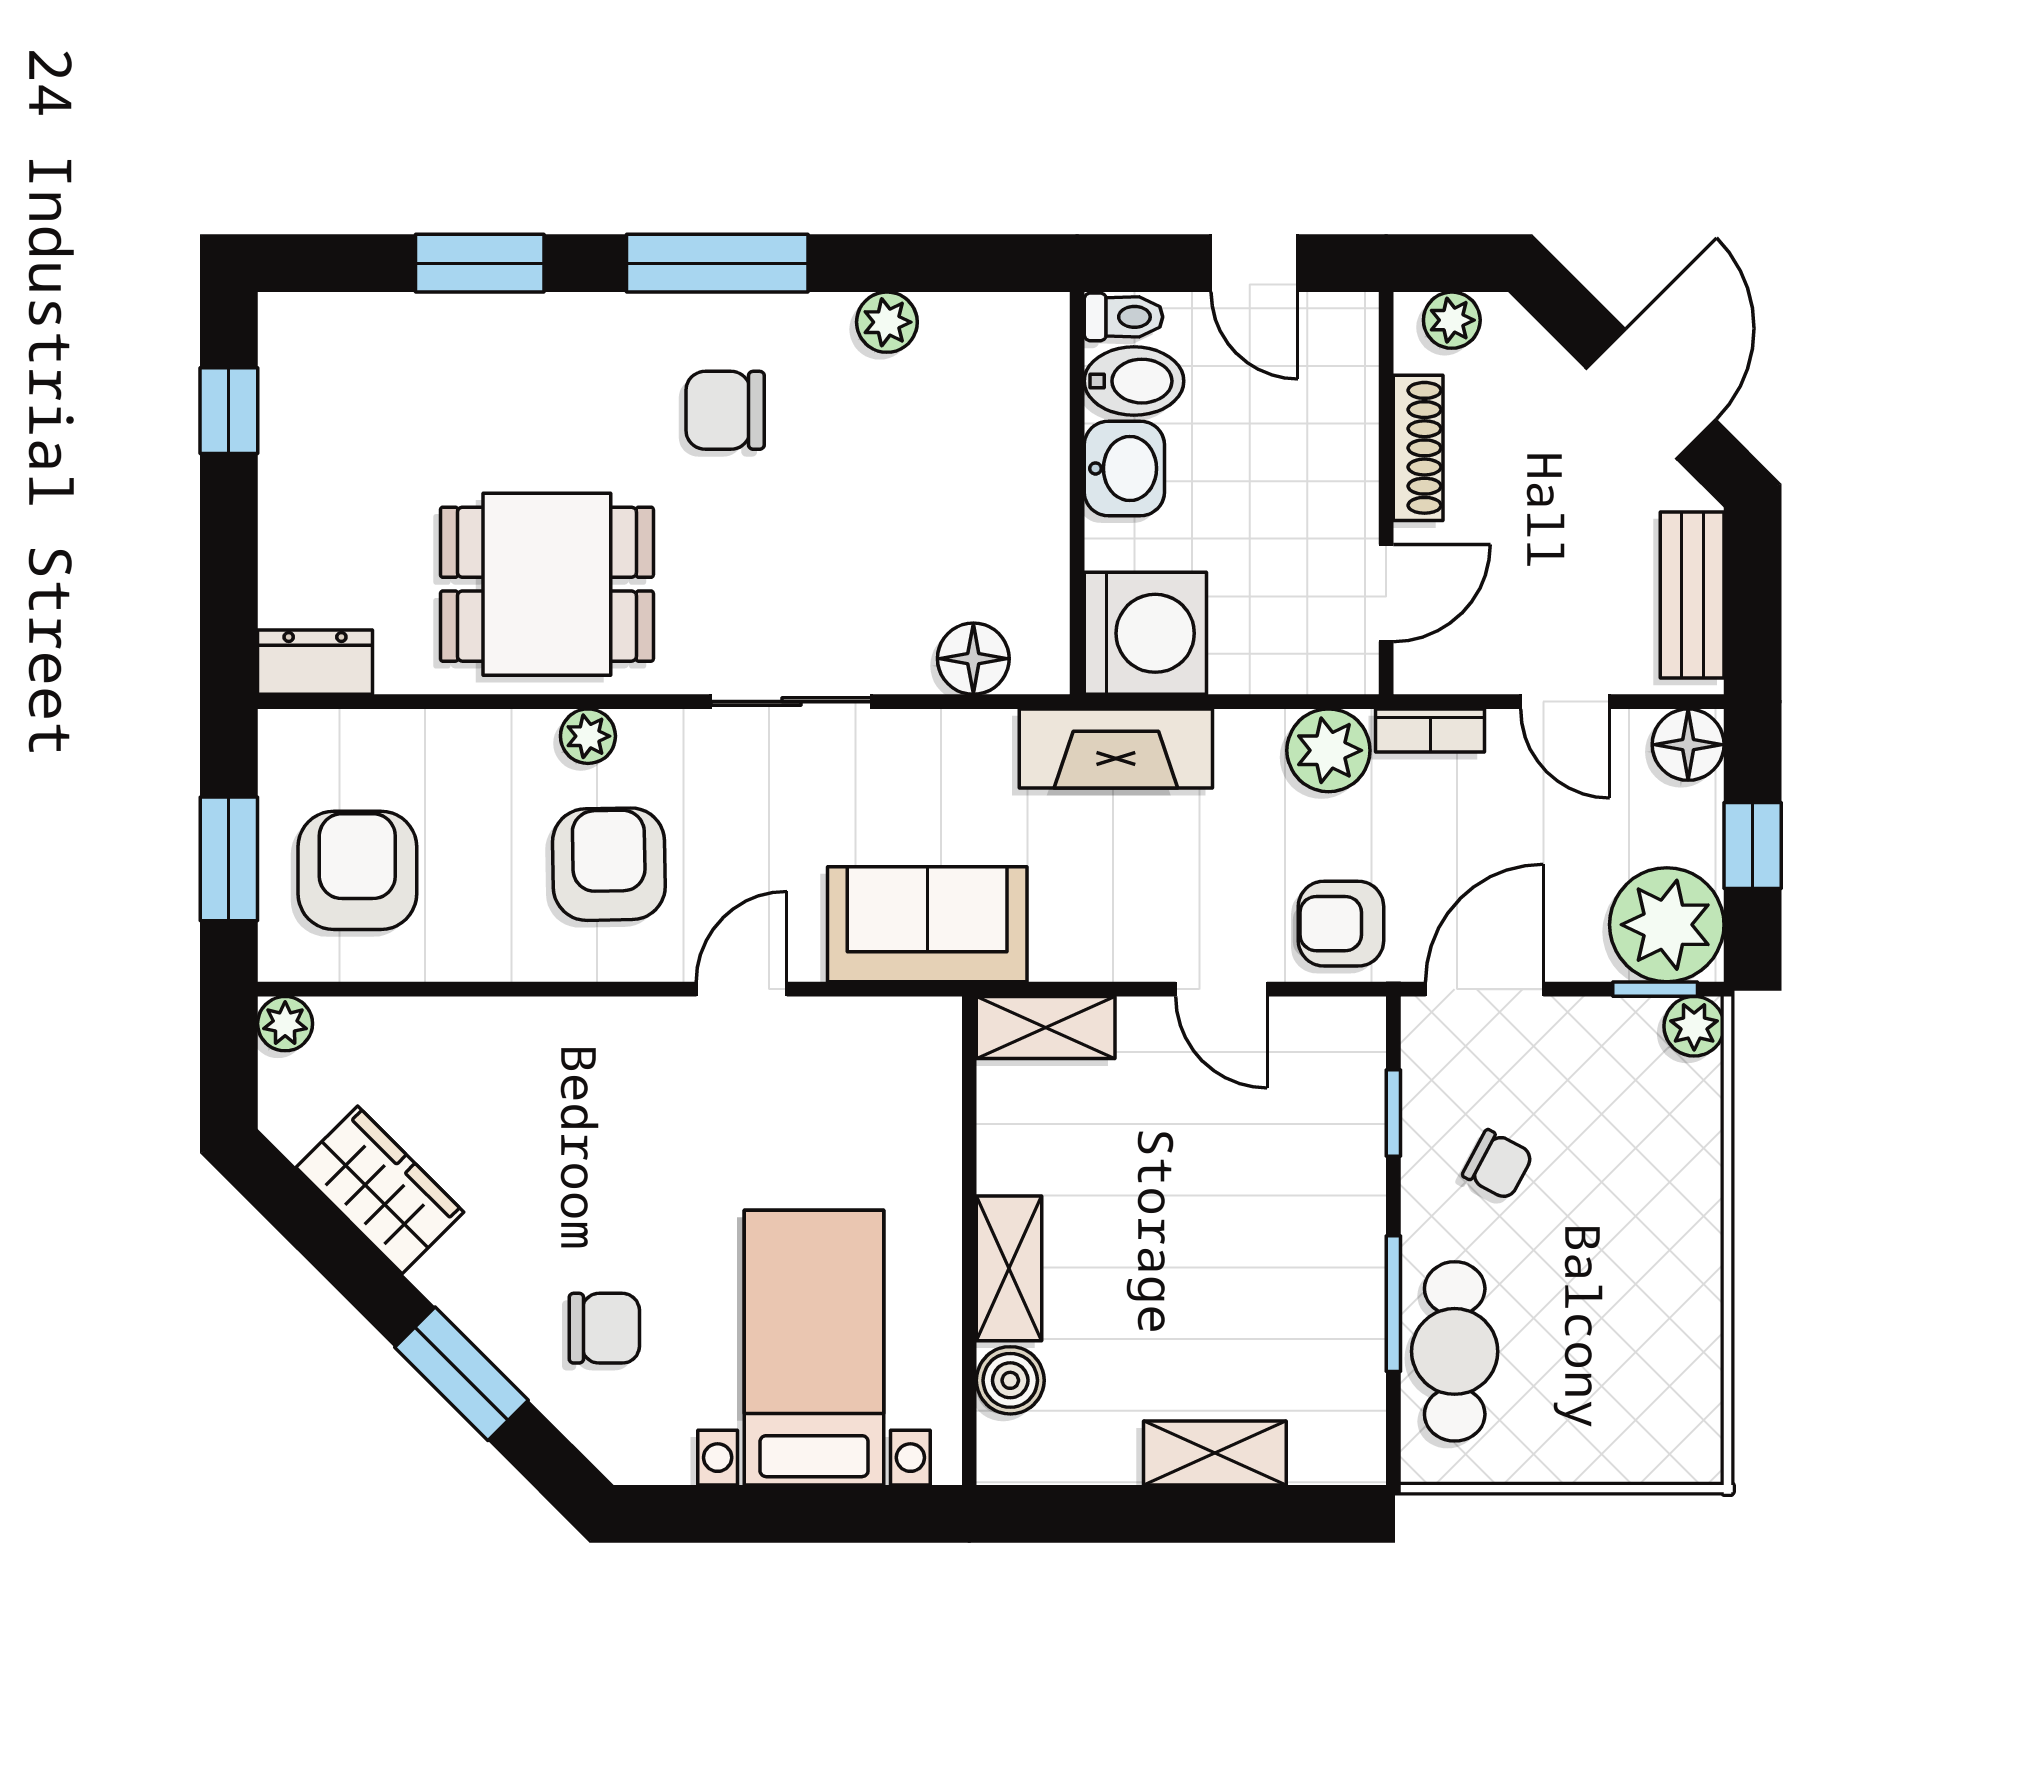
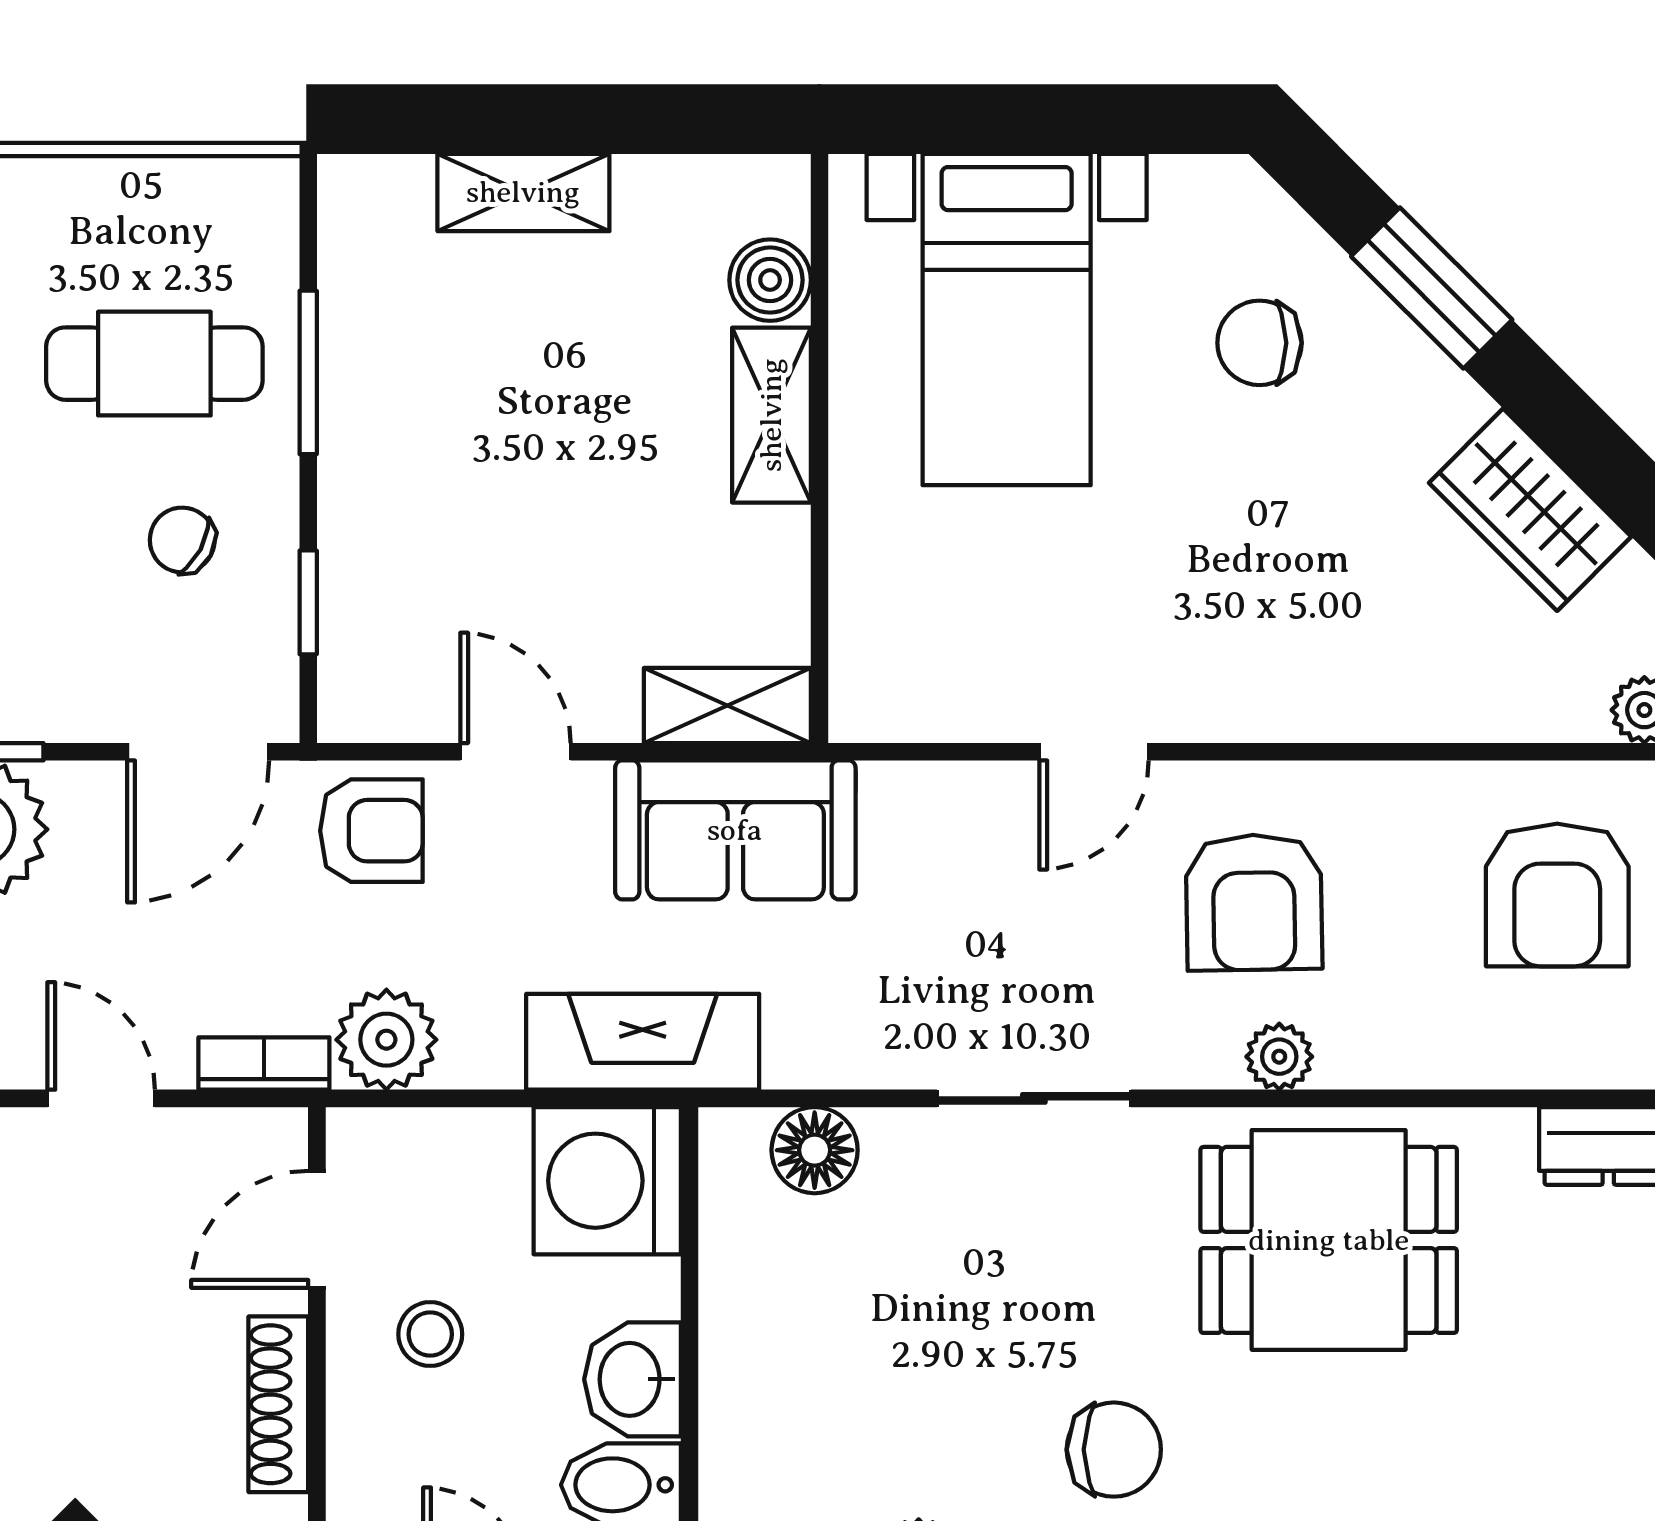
stool: (1292, 506) -> (430, 1334), added
sofa: (927, 924) -> (735, 830), moved
cafe table: (1455, 1351) -> (154, 364), moved, turned 90

